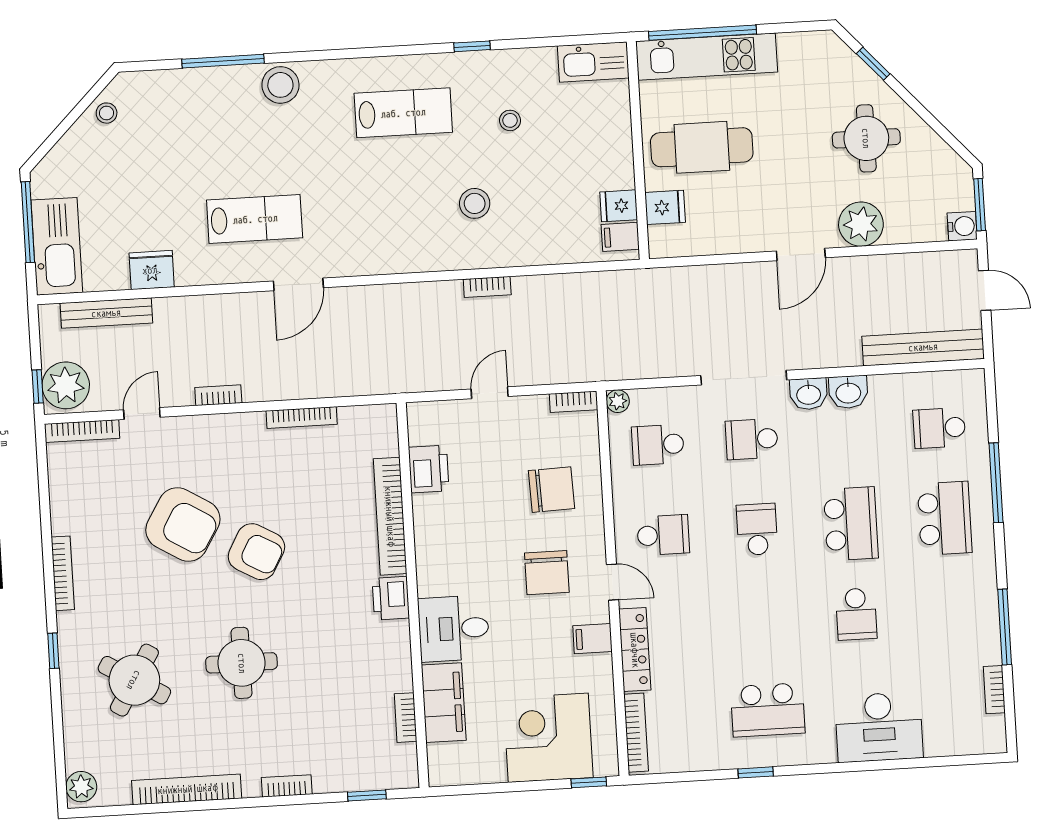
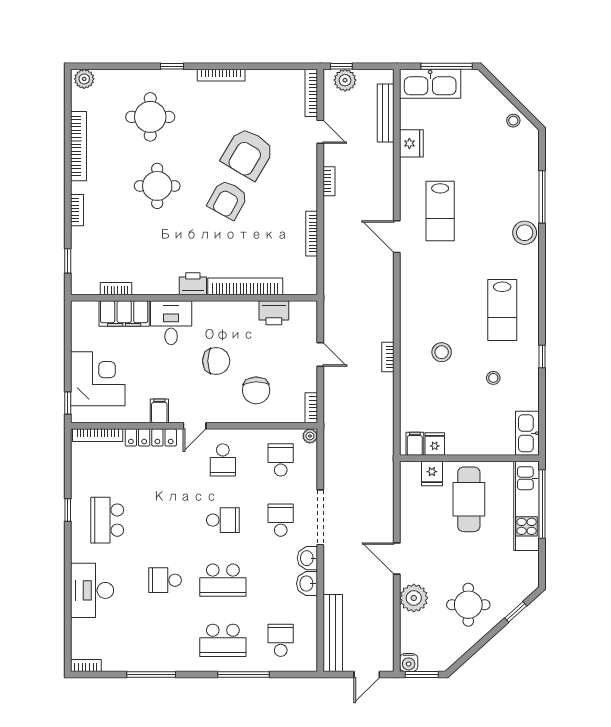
plant: (66, 385) -> (345, 80), width x0.73, depth x0.73
chair: (547, 573) -> (216, 361), moved, turned 180
round table: (134, 680) -> (150, 117), turned -31
bookcase: (994, 690) -> (86, 665), moved

